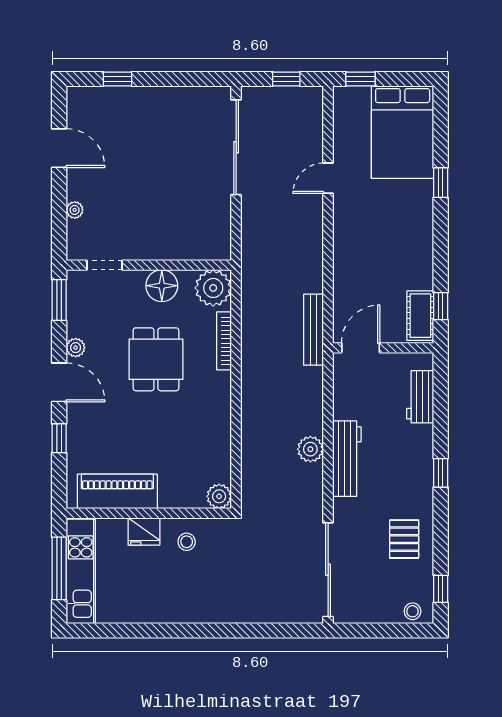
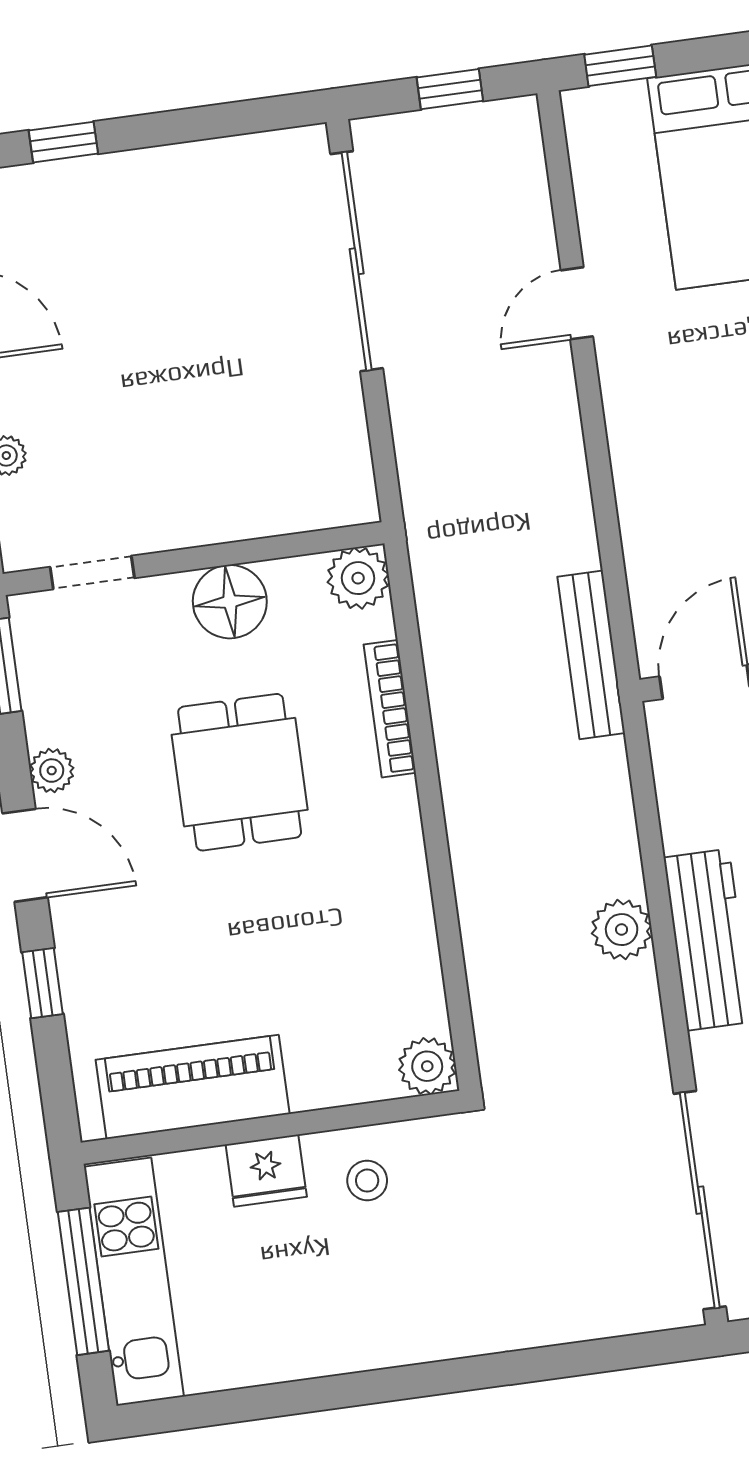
plant: (213, 288) -> (358, 578), width x0.73, depth x0.73

